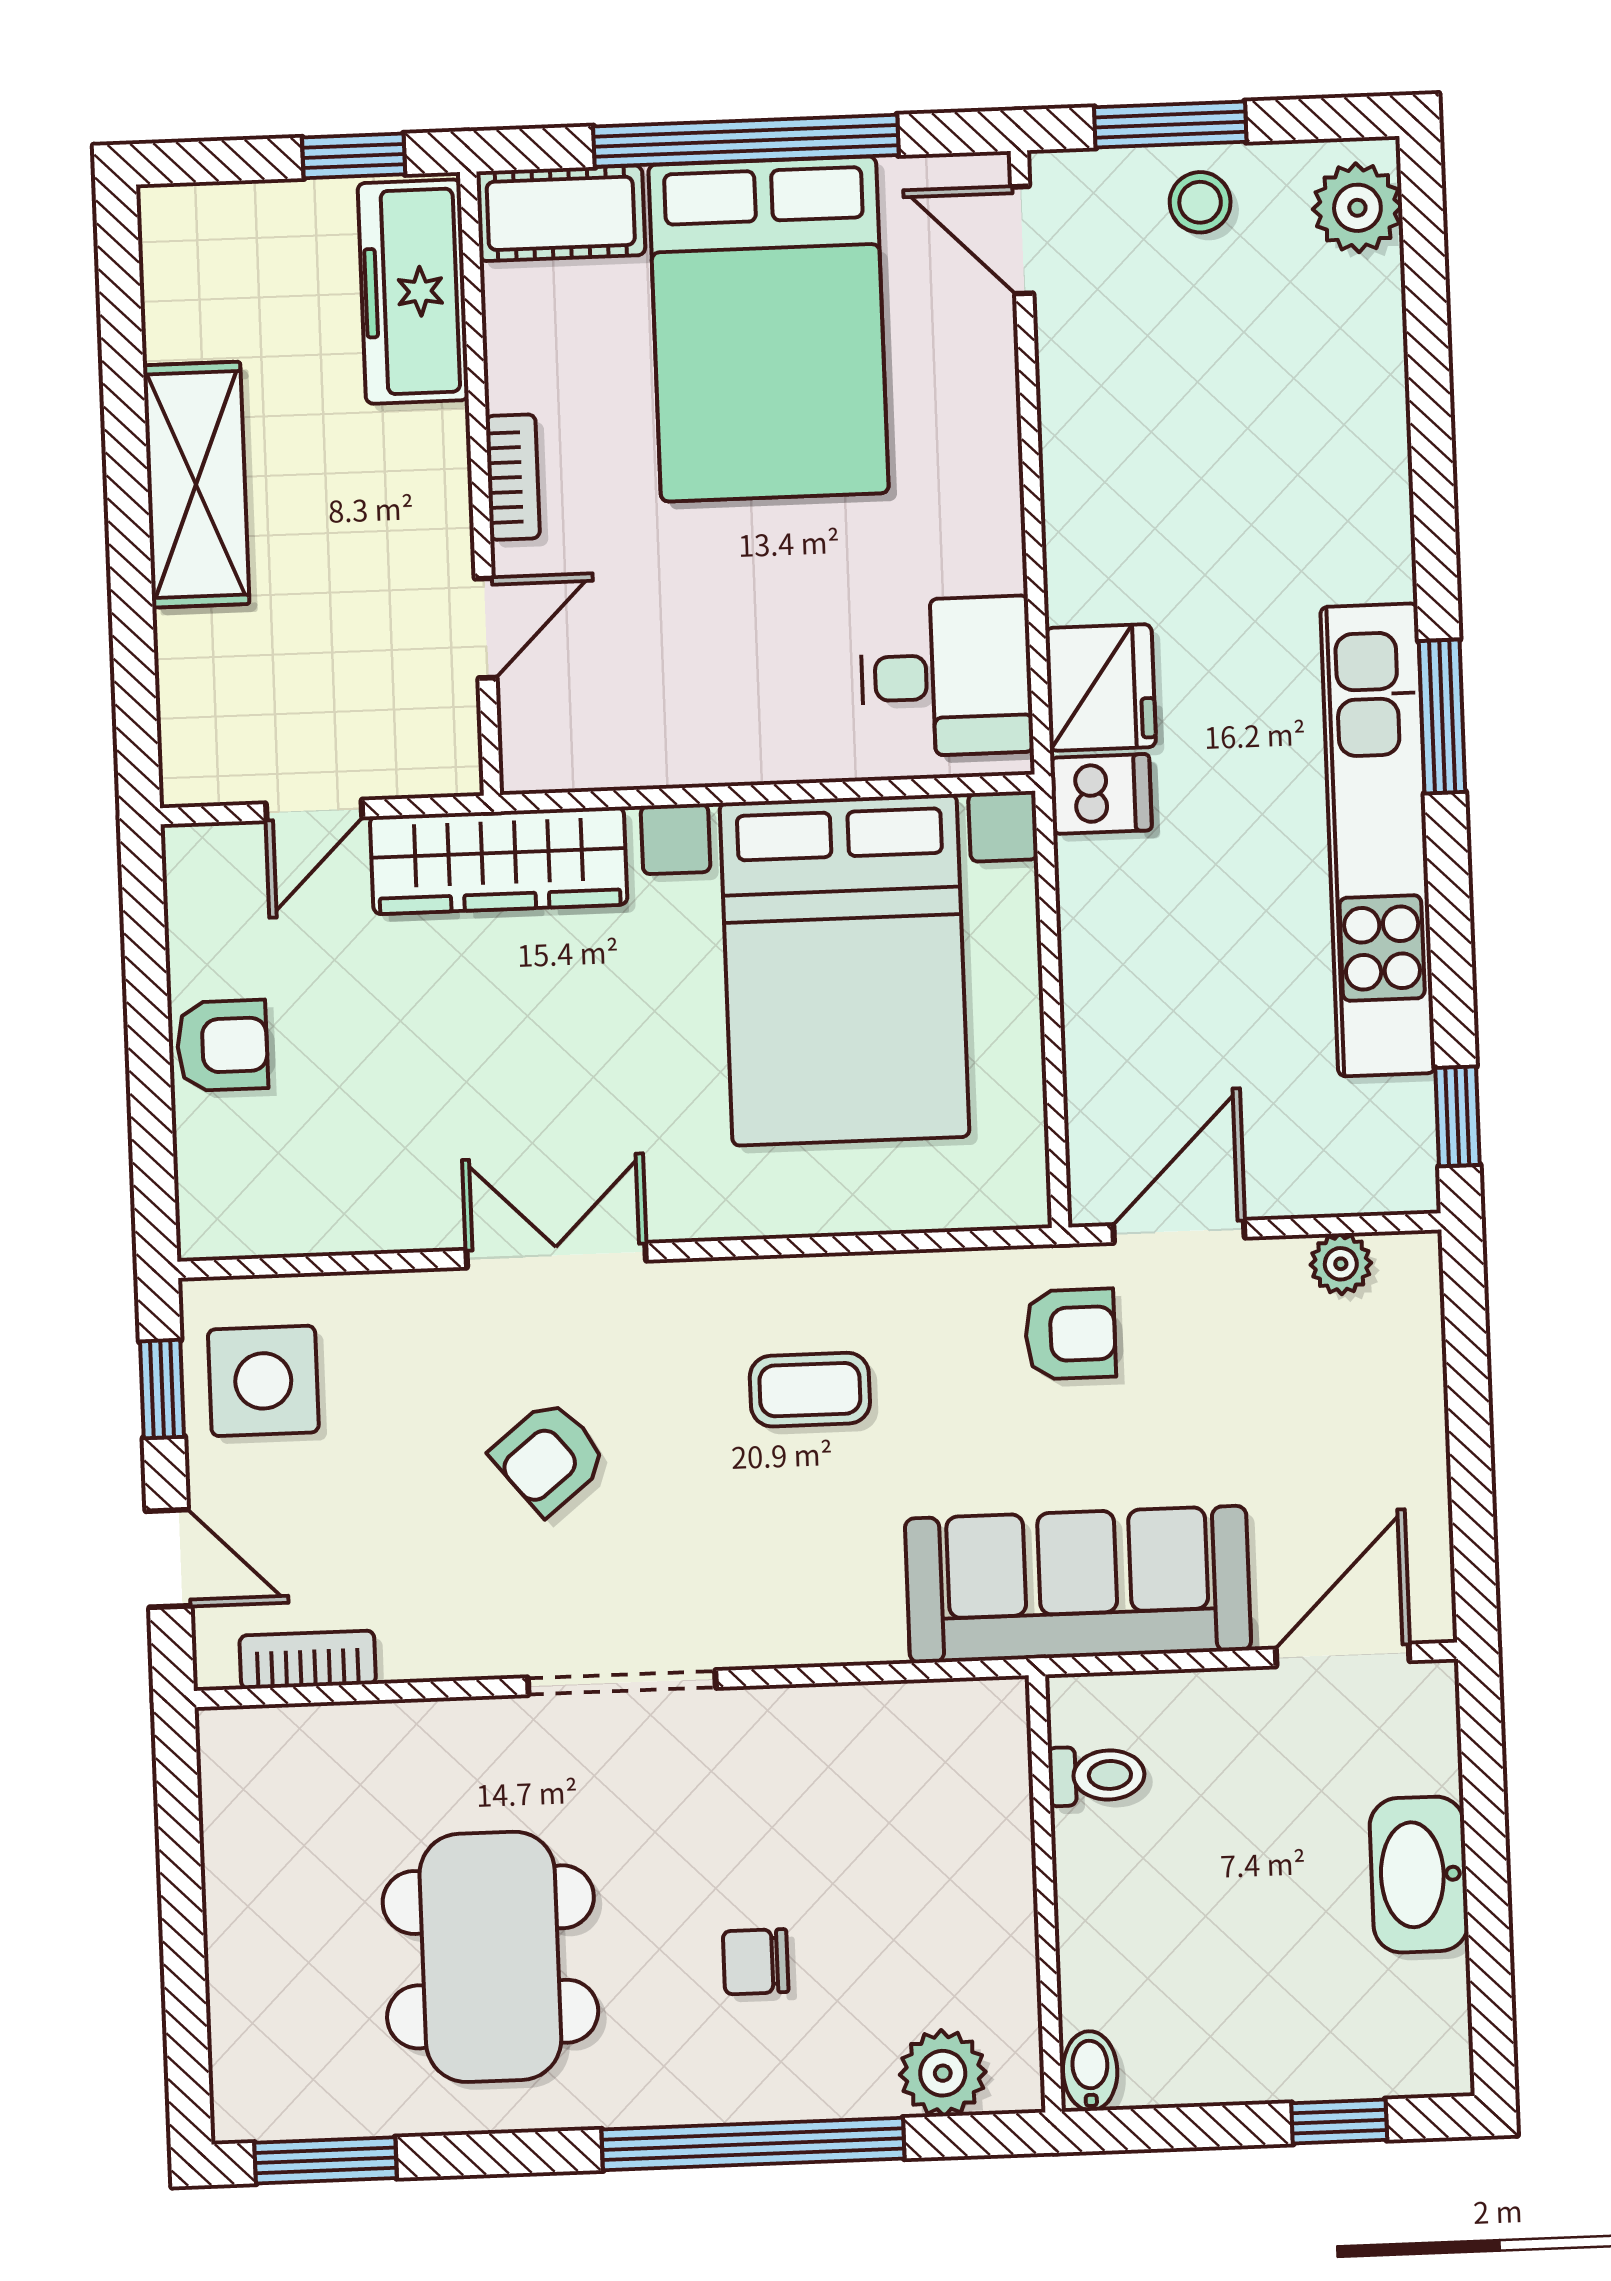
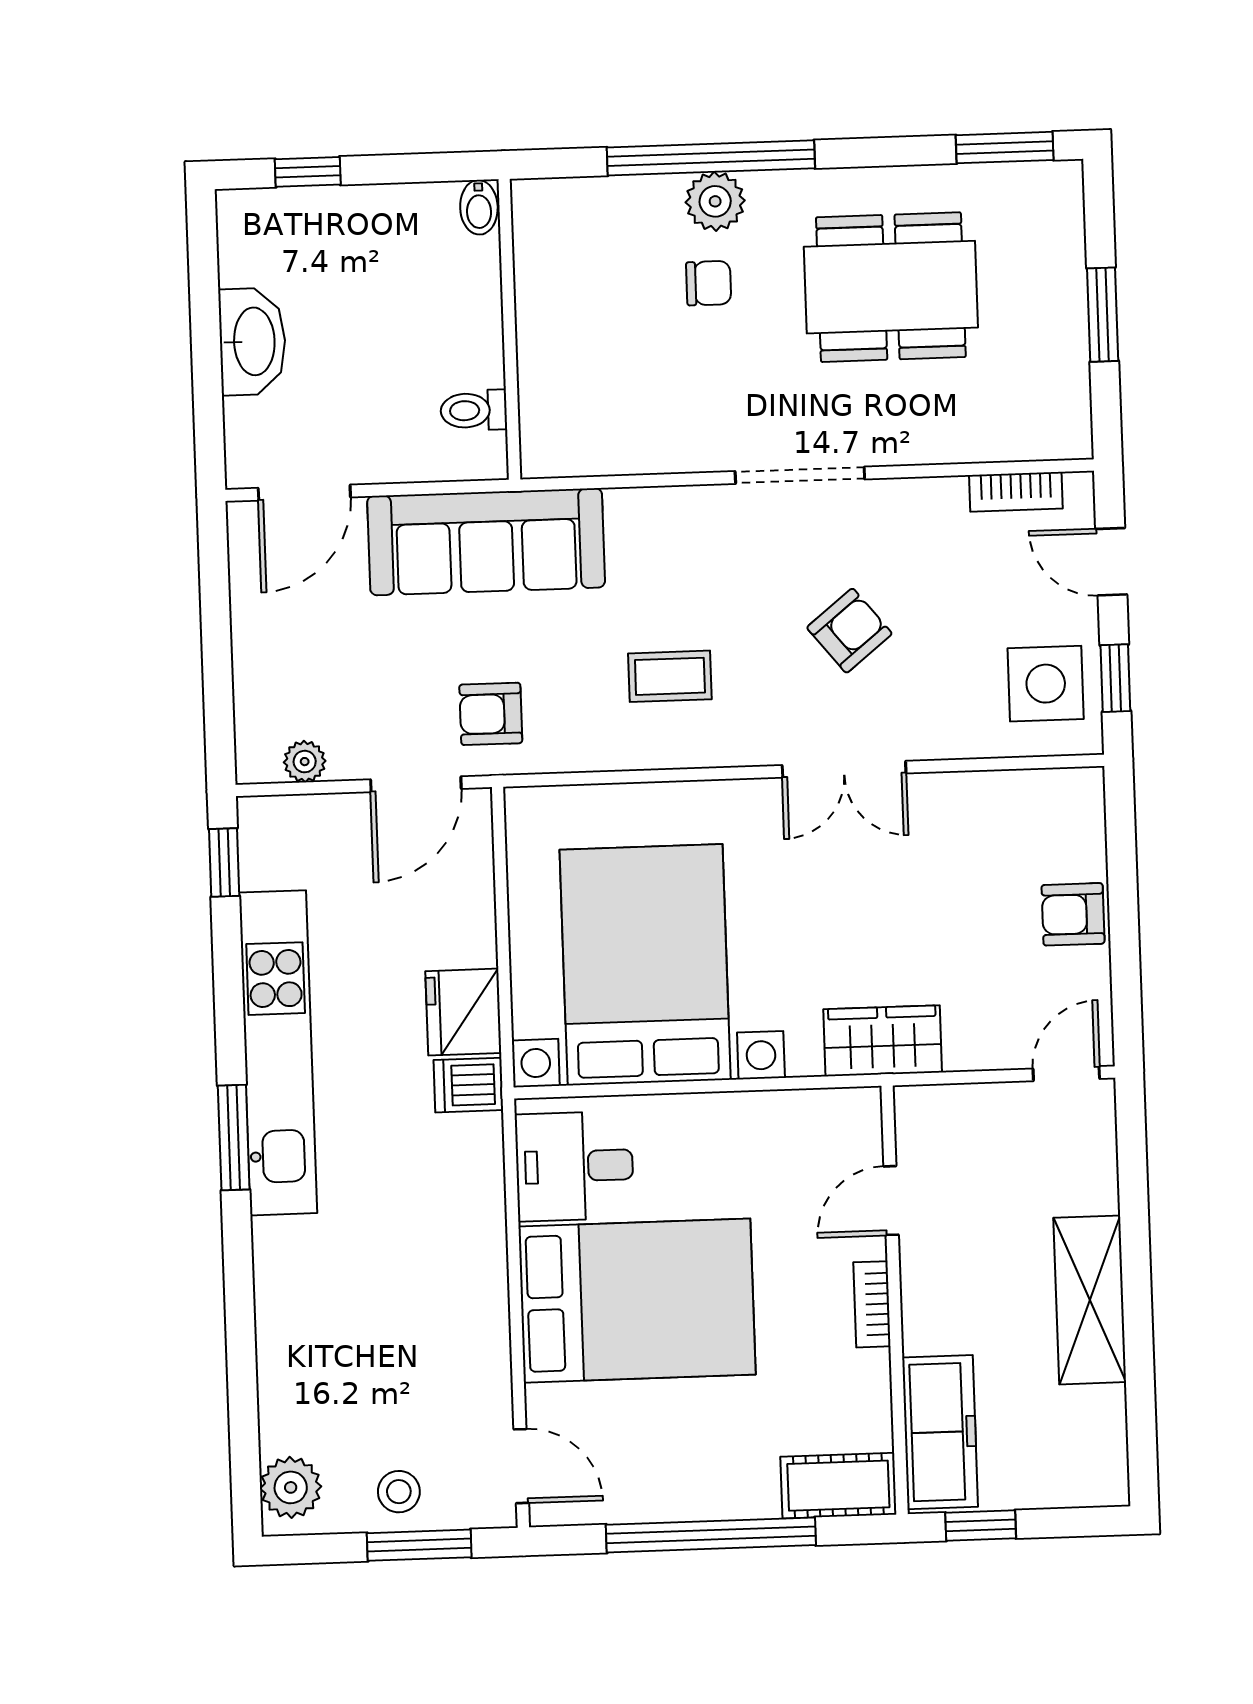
bed: (769, 329) -> (637, 1301), moved, turned 90
fridge: (1101, 687) -> (463, 1012), moved
door: (314, 810) -> (1066, 1074), moved
wardrobe: (499, 860) -> (883, 1041), width x0.67
window: (182, 1918) -> (1103, 315), added
dining table: (490, 1957) -> (891, 287), turned 90
plant: (943, 2073) -> (715, 201), moved

